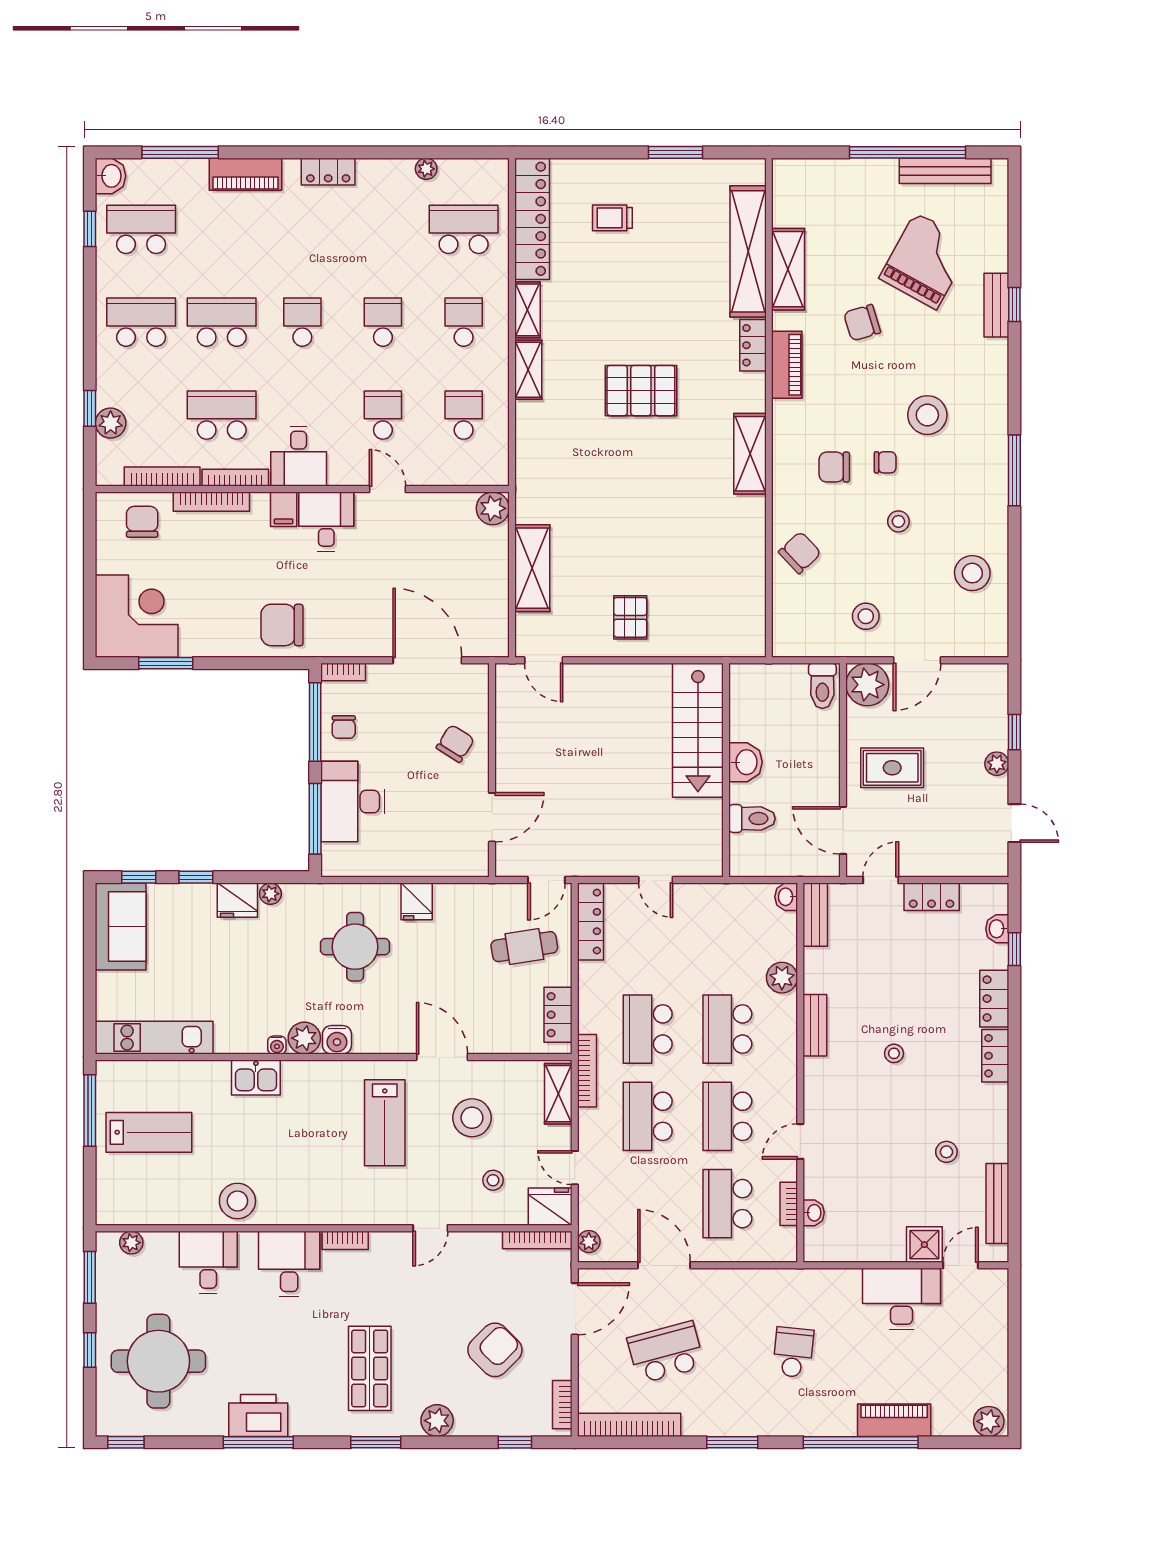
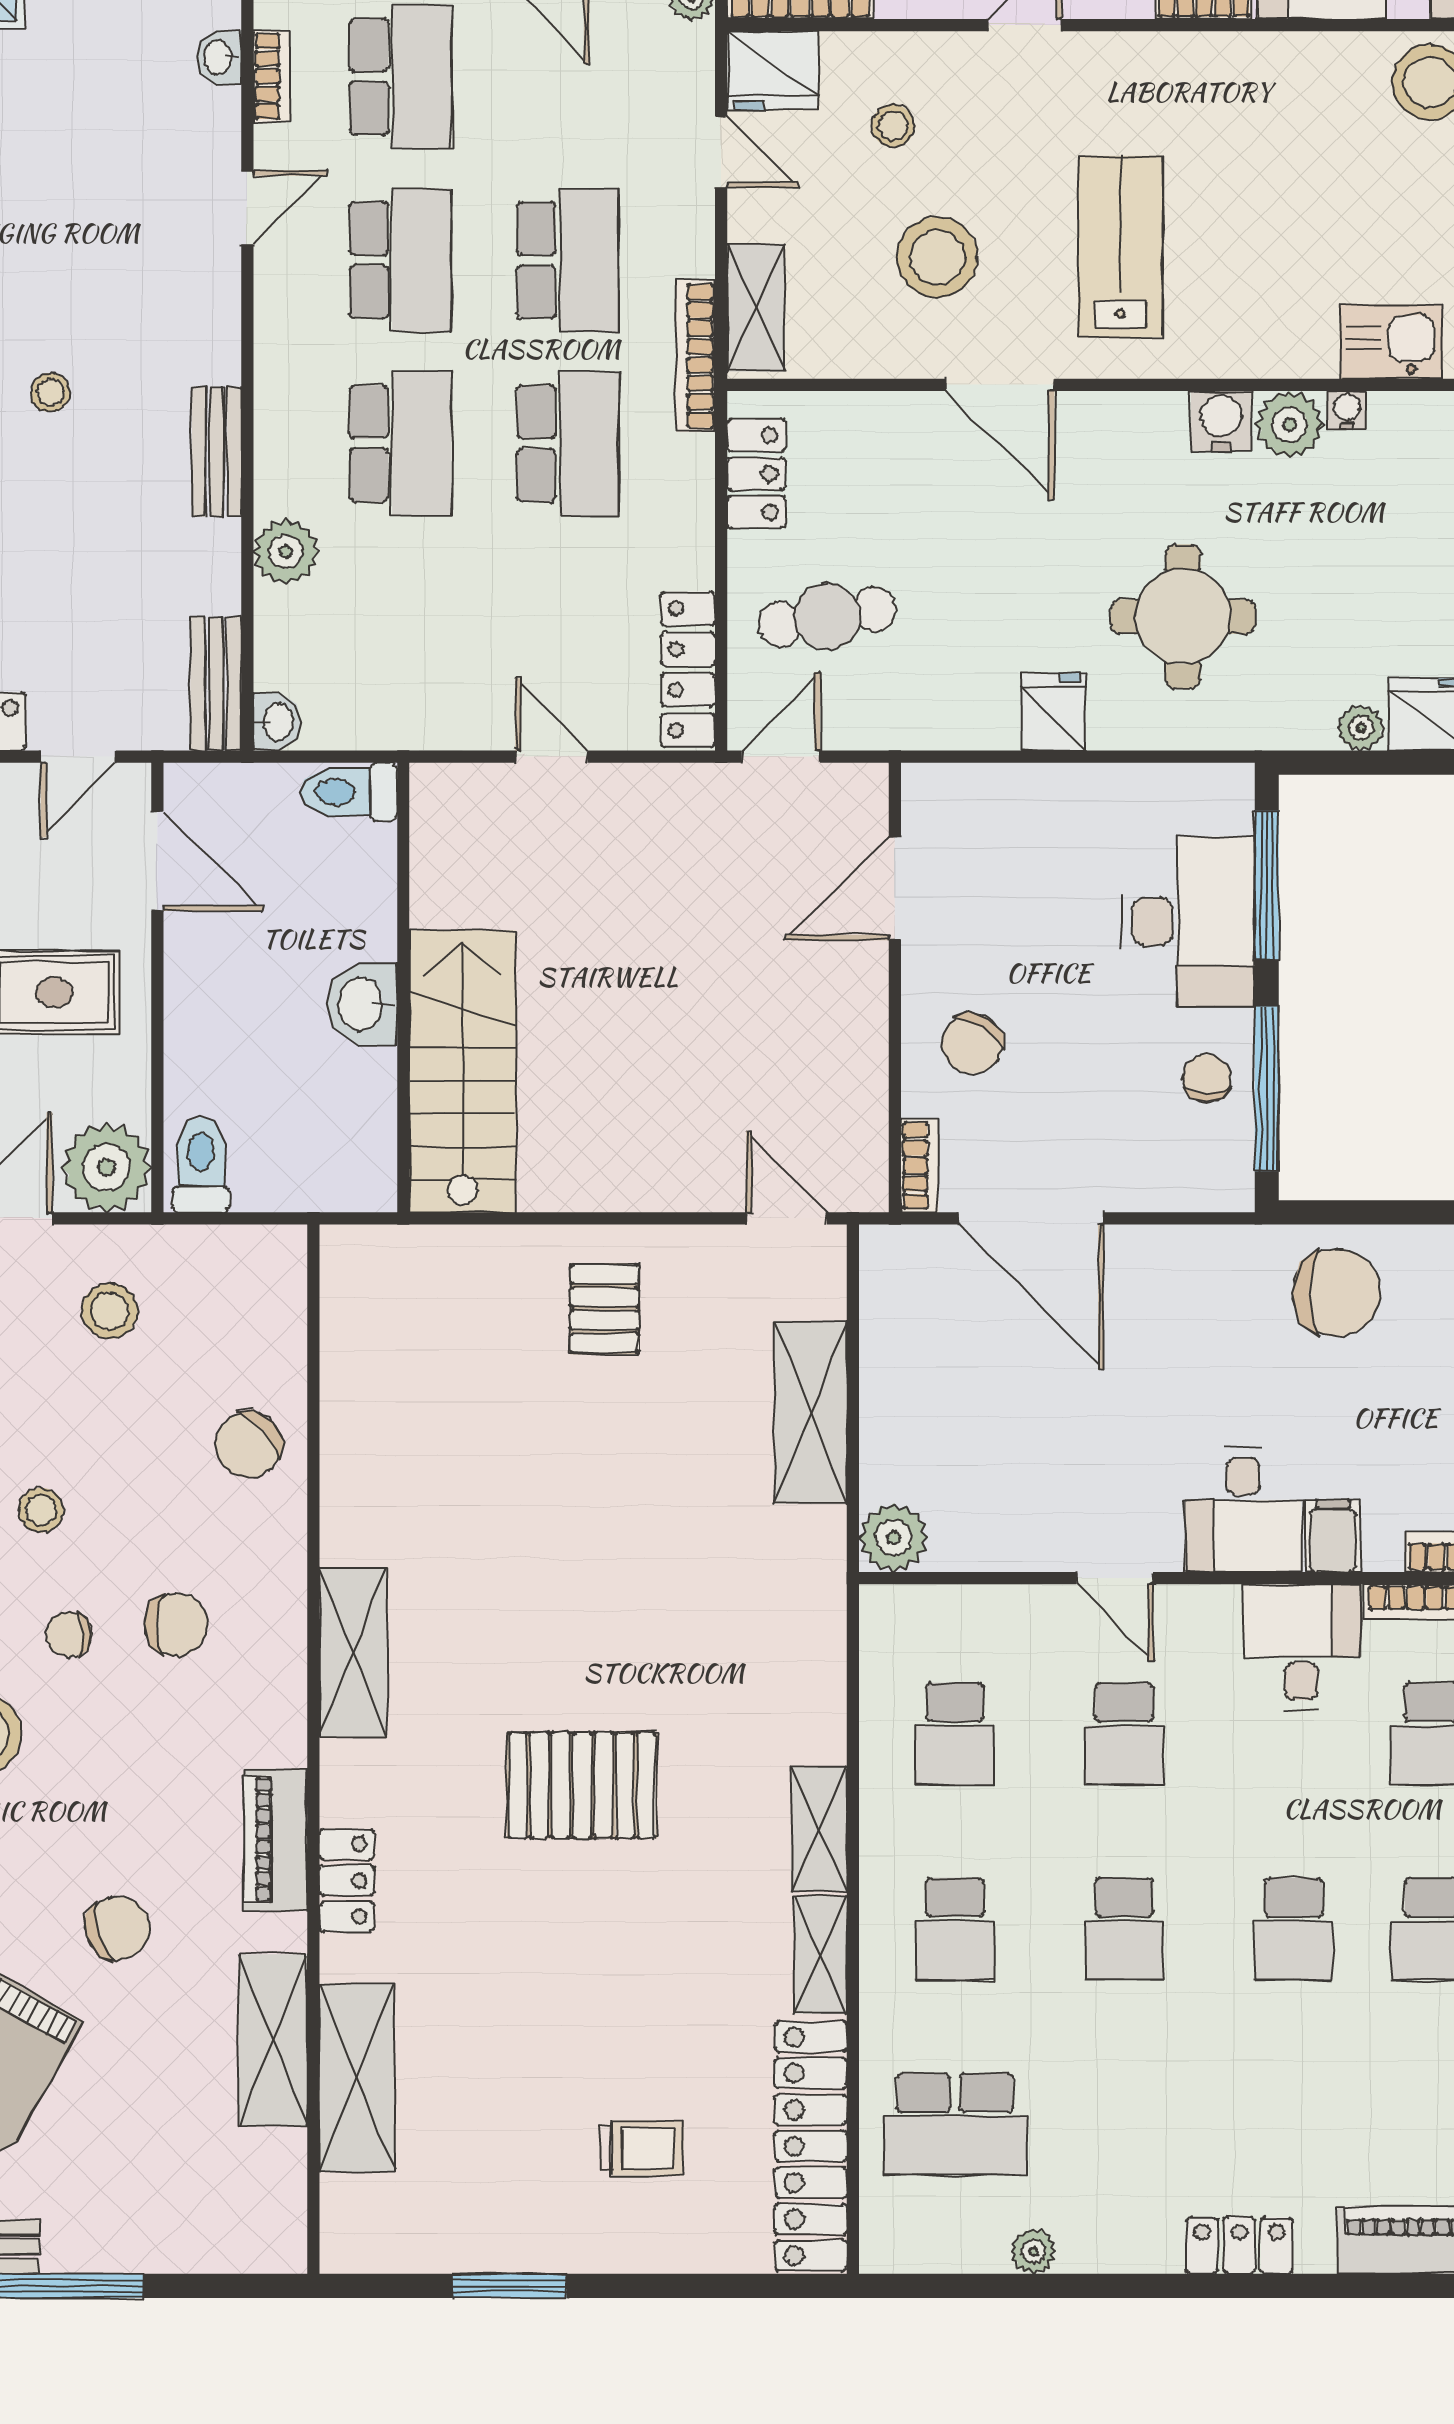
shelving: (748, 251) -> (357, 2078), width x0.68
bookcase: (343, 672) -> (920, 1166), moved, turned 90
toilet: (752, 819) -> (349, 792), moved

